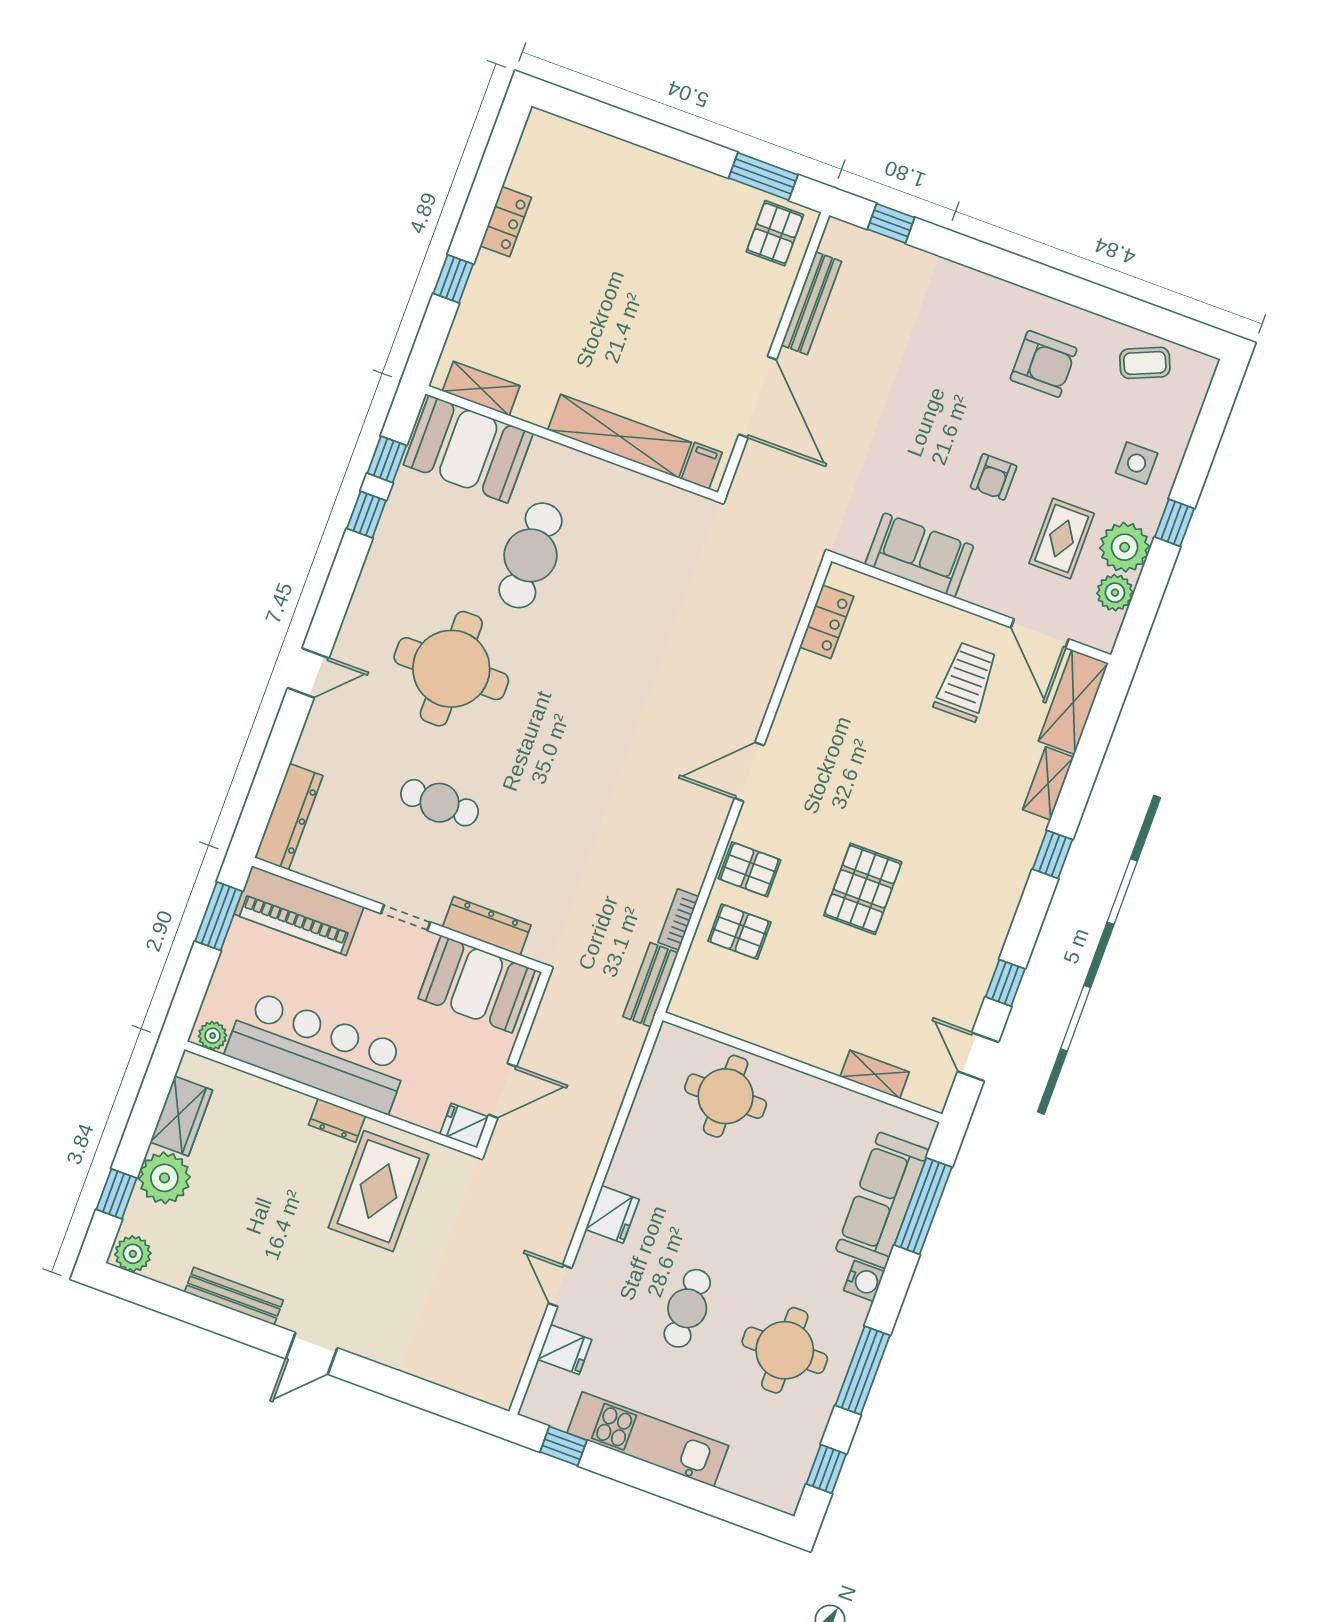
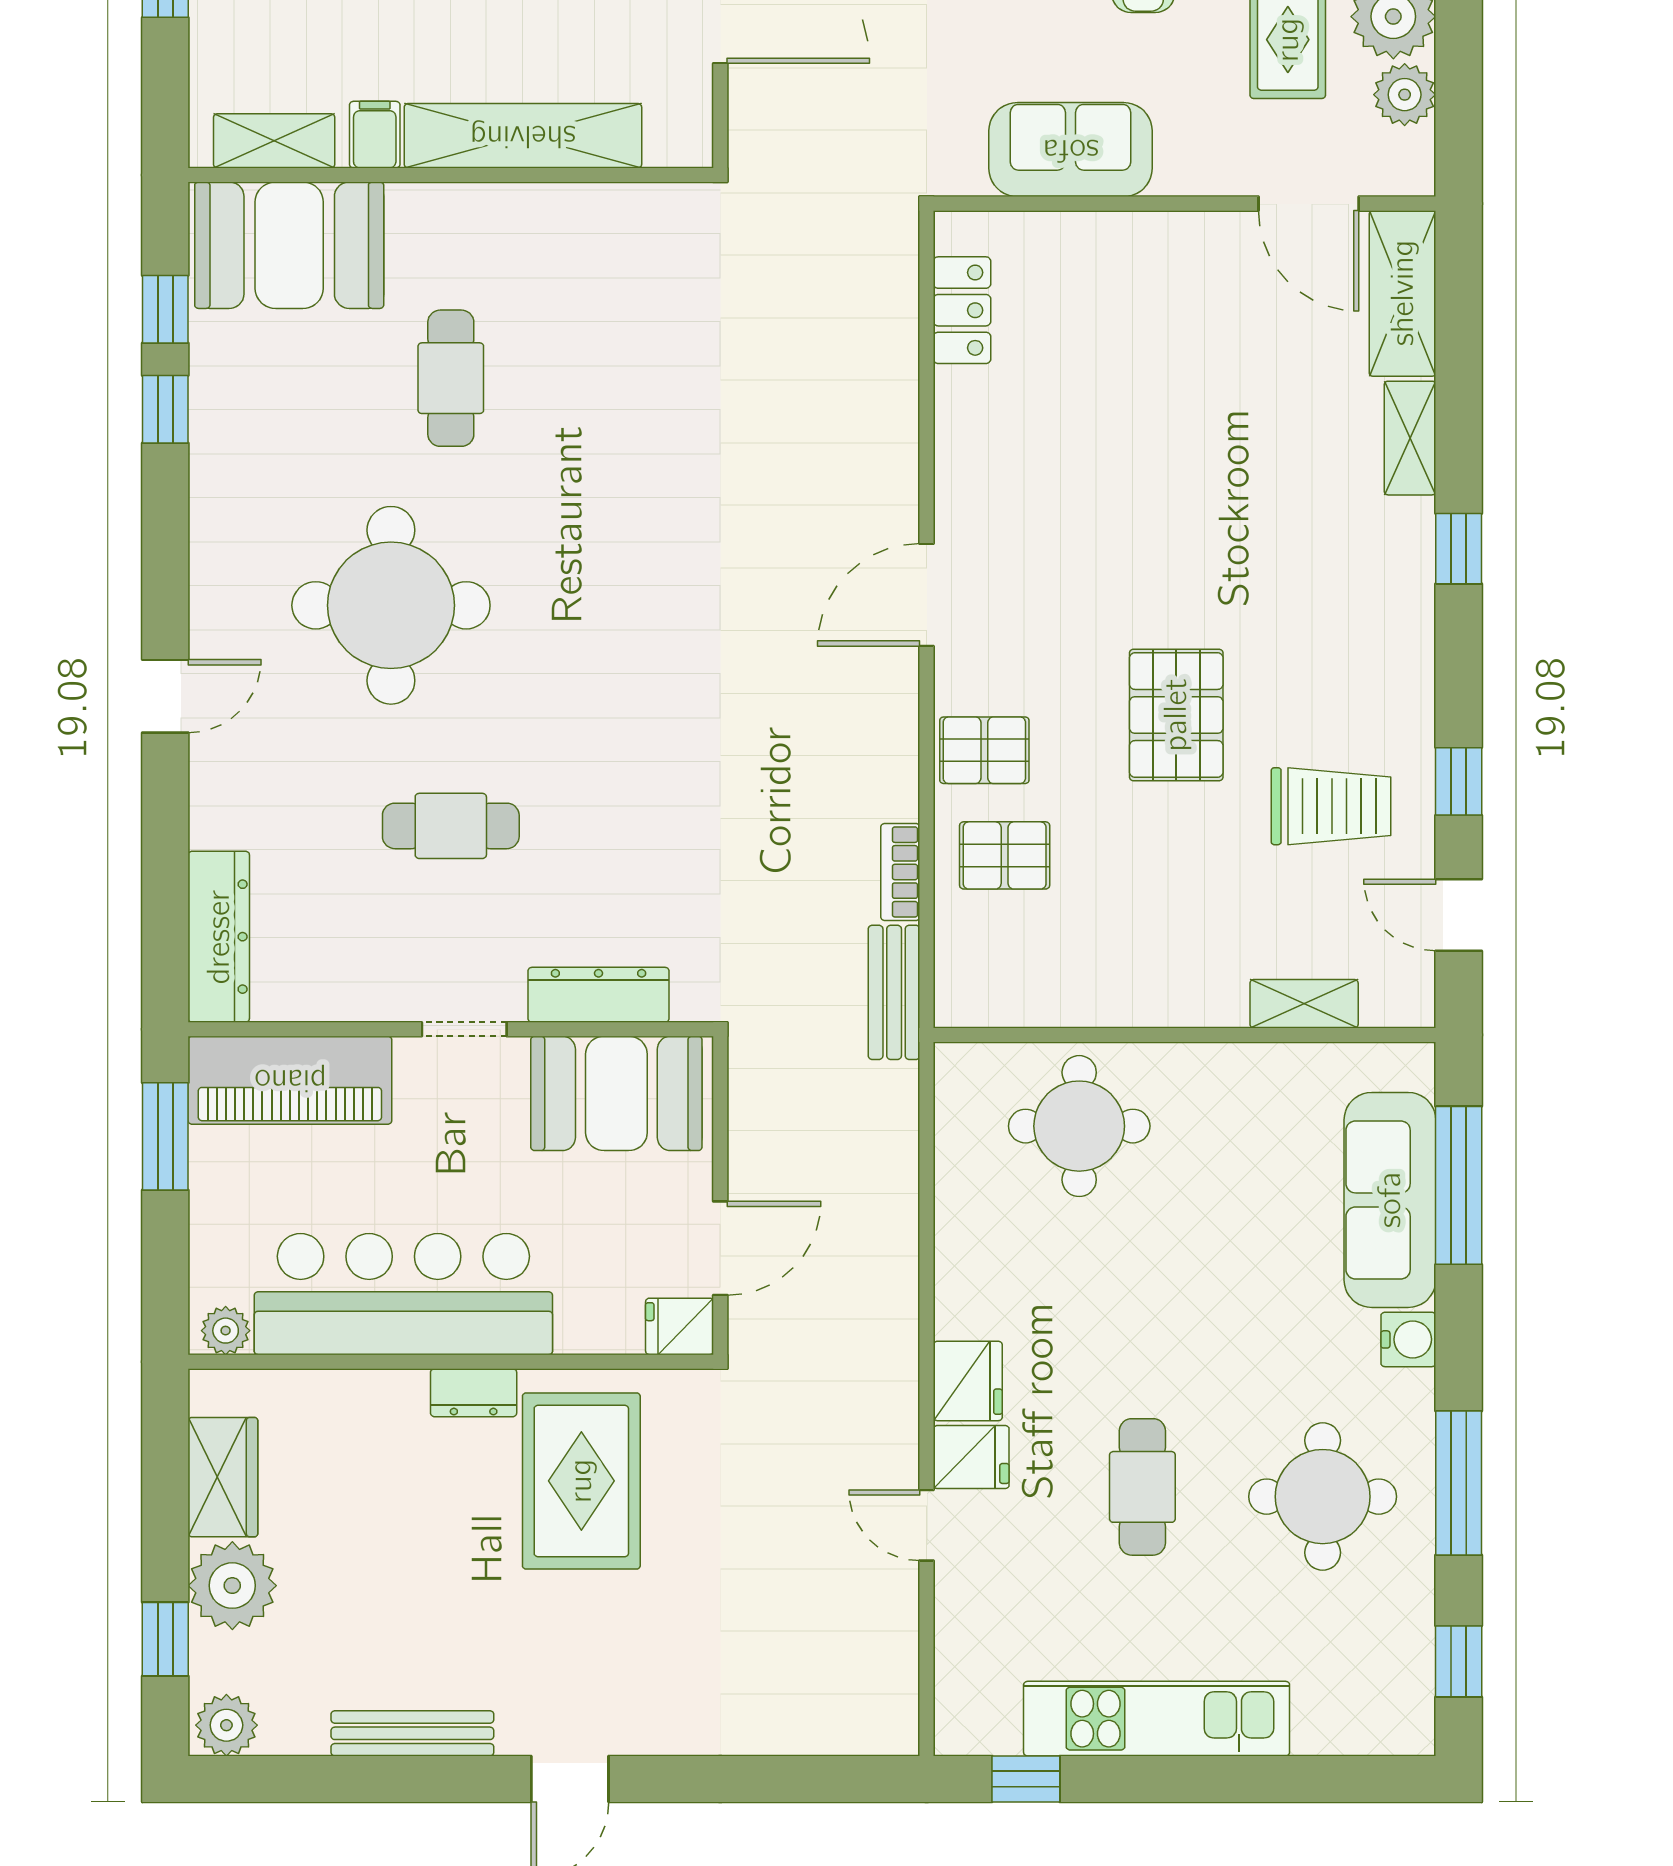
filing cabinet: (702, 466) -> (375, 135), moved
cafe table: (530, 555) -> (451, 378), width x0.73, depth x0.74
trolley: (966, 682) -> (1331, 806), moved, turned 90
fridge: (565, 1350) -> (971, 1457), moved

